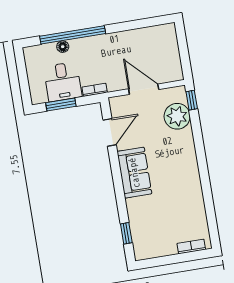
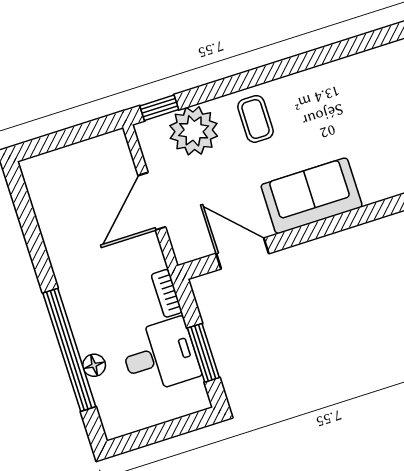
coffee table: (179, 149) -> (255, 119), added

